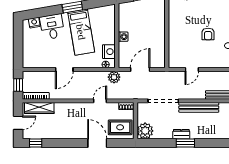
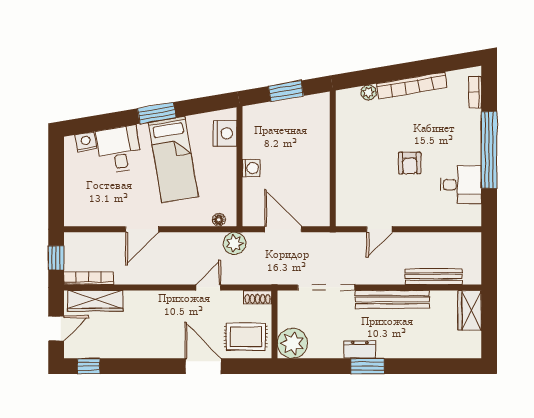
nightstand: (109, 52) -> (225, 133), moved
door: (140, 70) -> (283, 229), hinge flipped

